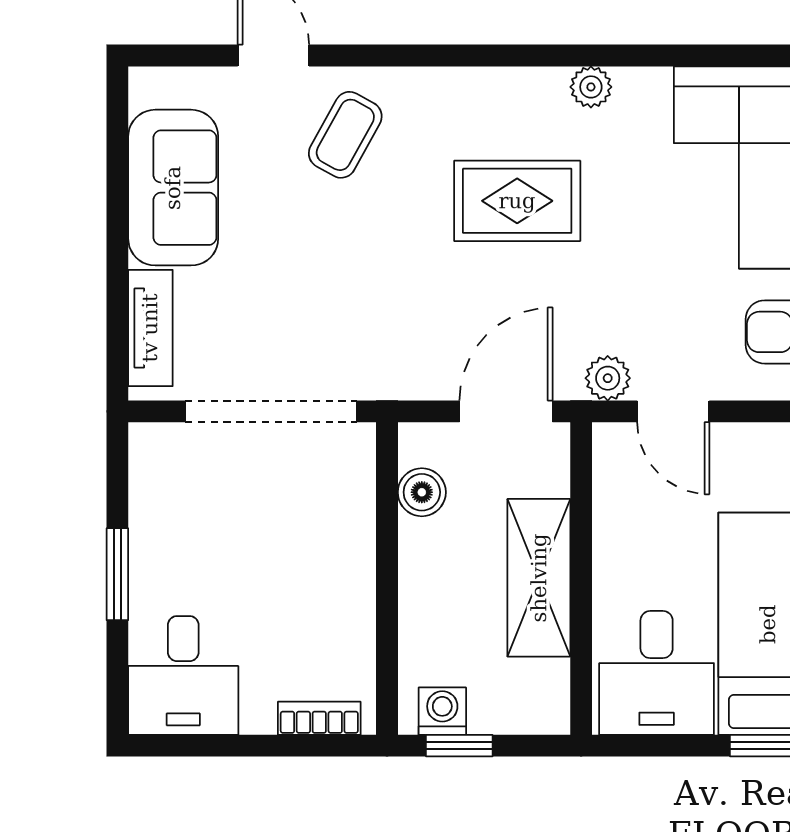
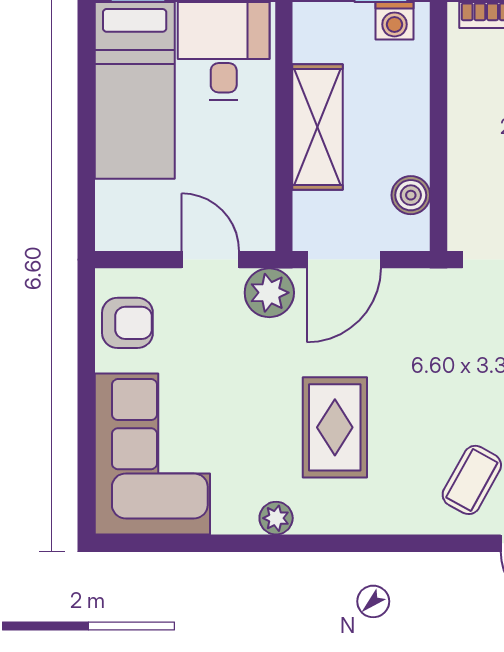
rug: (517, 201) -> (335, 427), turned 90
plant: (608, 378) -> (269, 293), width x1.38, depth x1.38

